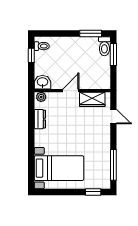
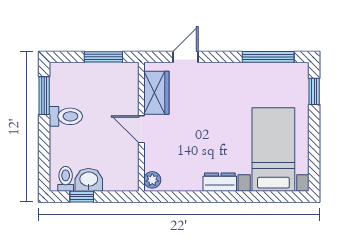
toilet: (104, 46) -> (66, 116), moved
window: (113, 55) -> (103, 57), moved
washbasin: (42, 82) -> (89, 180), moved, turned 90
dresser: (40, 119) -> (220, 182), moved

